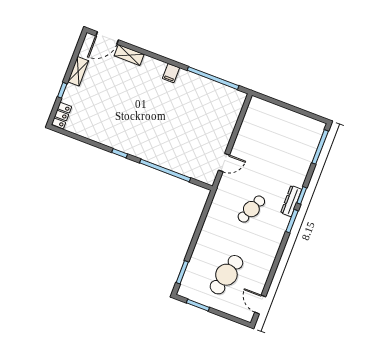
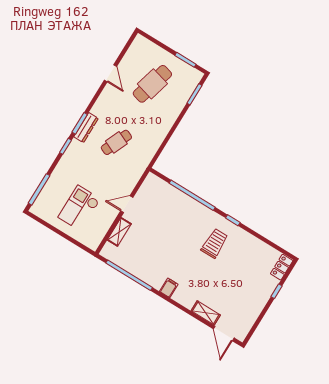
door: (107, 38) -> (224, 333), swing flipped
shelving: (78, 71) -> (119, 232), moved
trolley: (134, 126) -> (215, 243), added
checkout: (276, 136) -> (79, 208), added
door: (224, 163) -> (127, 204), moved
dresser: (291, 201) -> (86, 128), moved
door: (260, 304) -> (110, 73), moved

